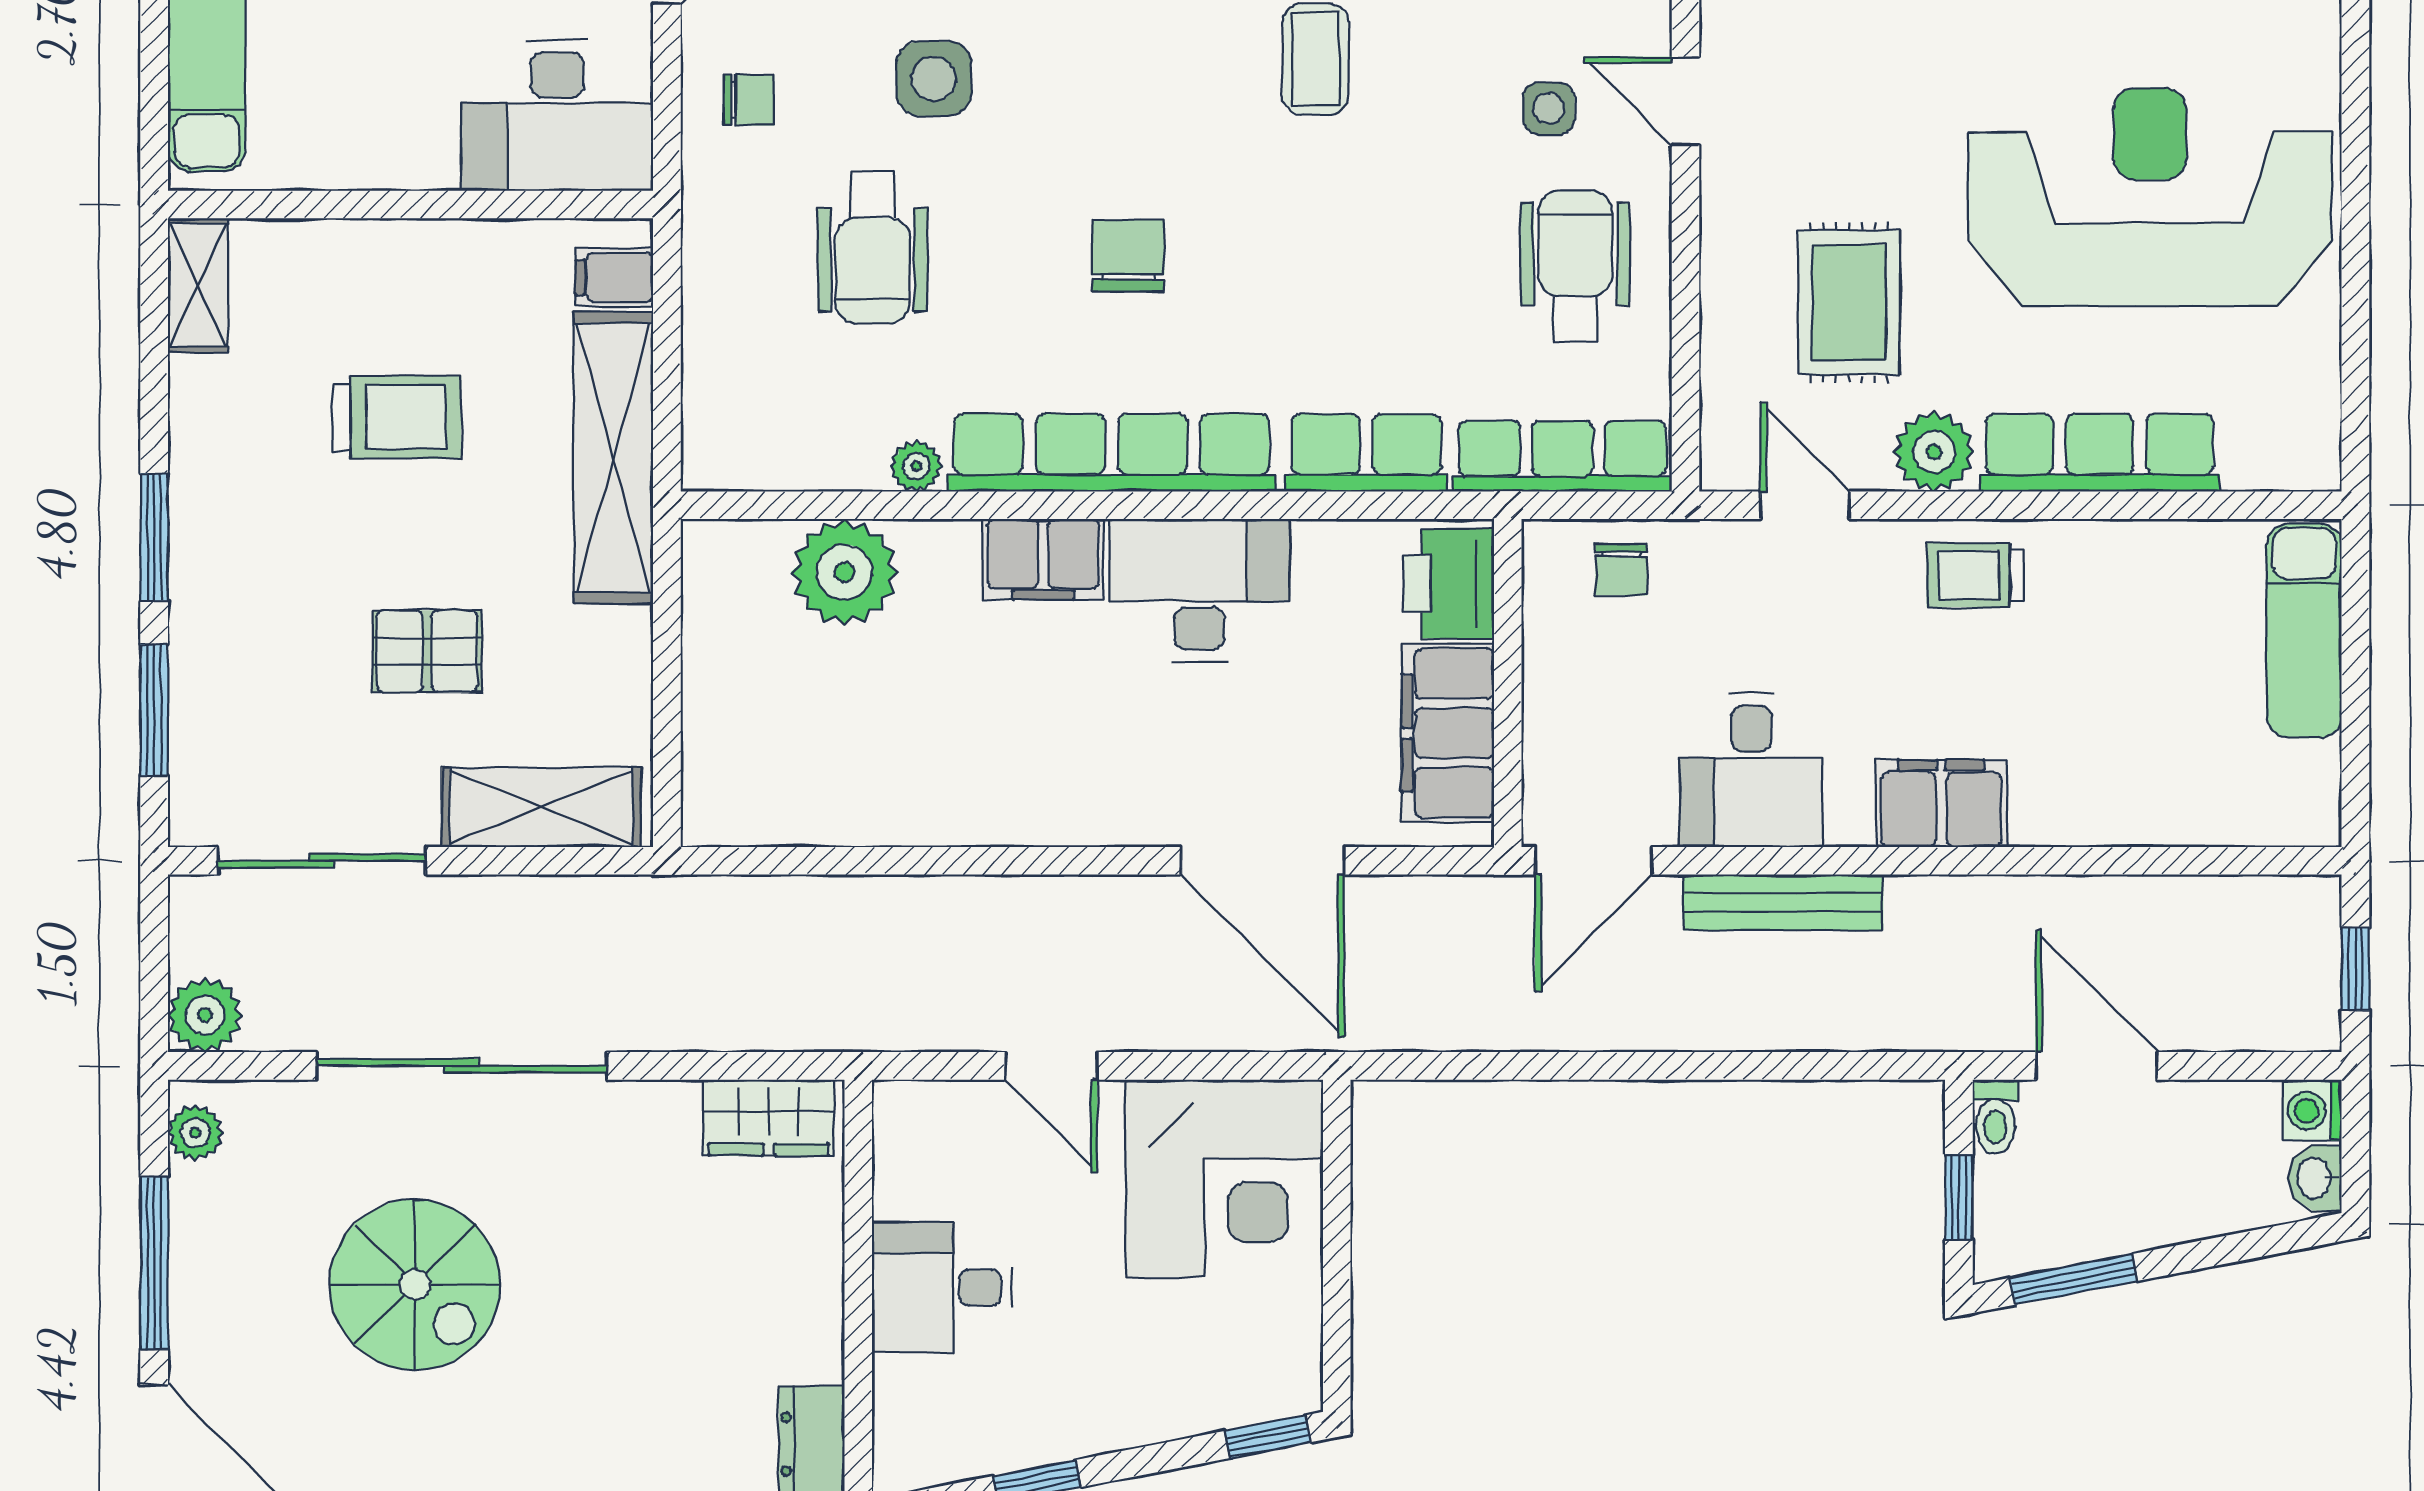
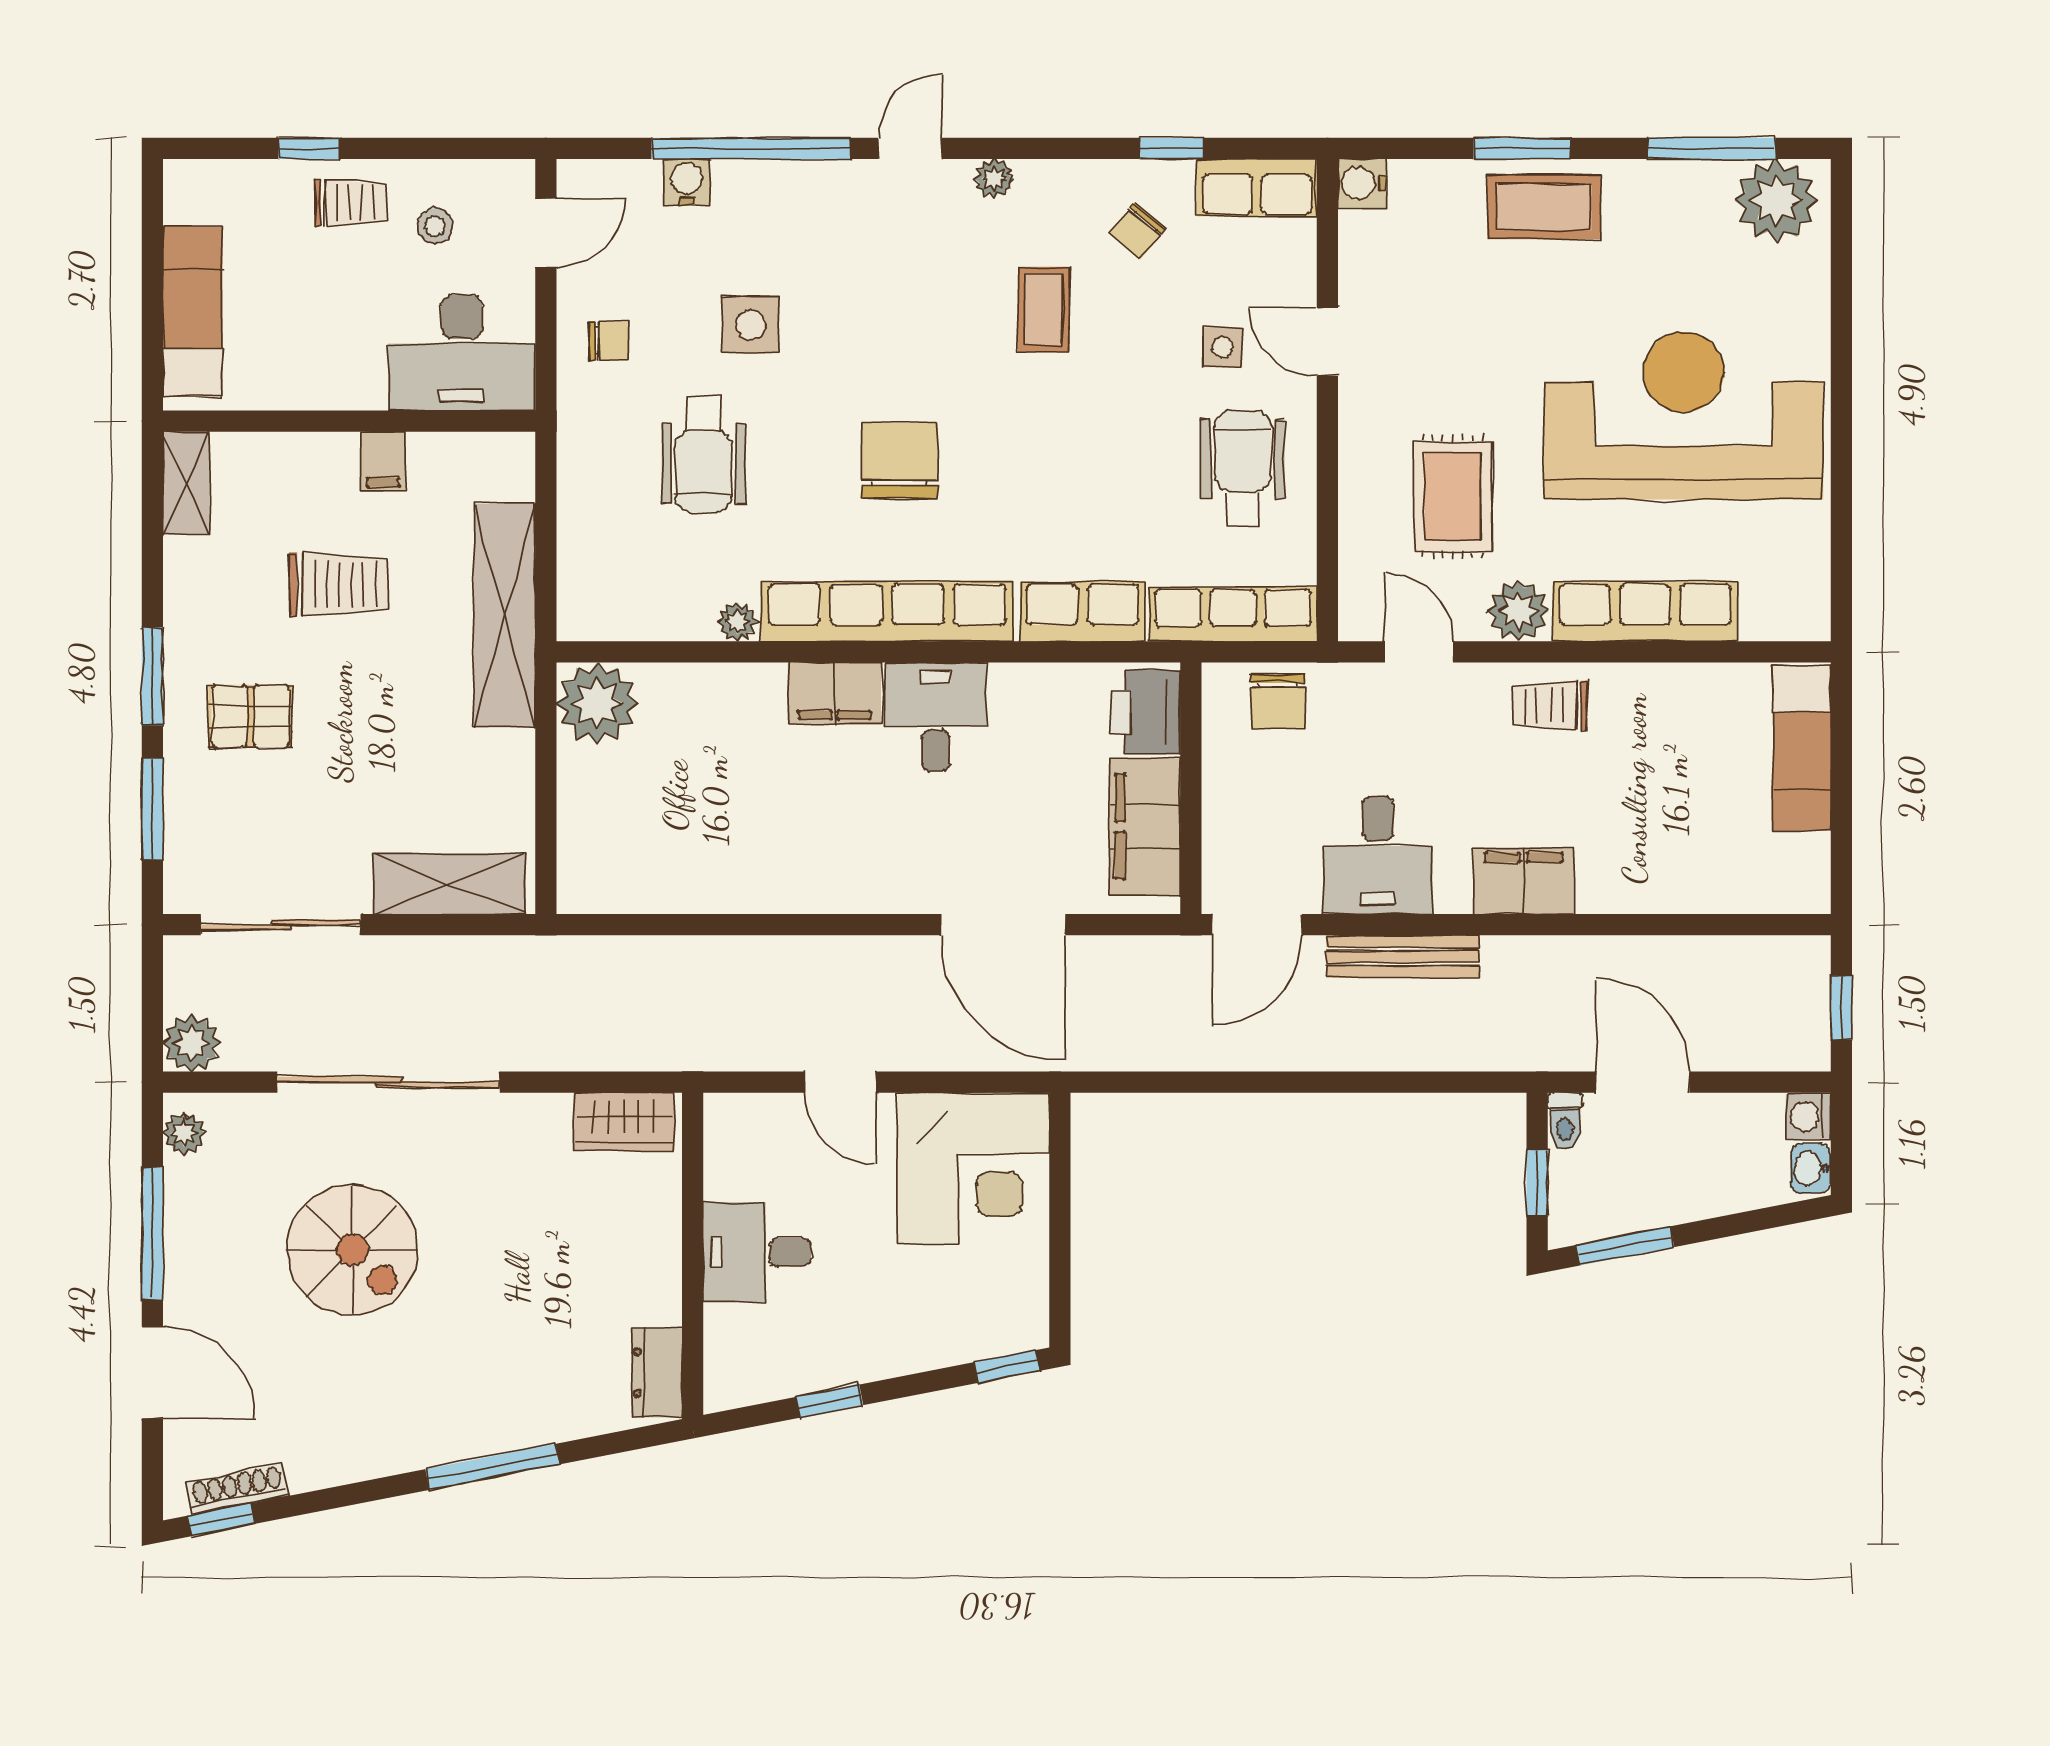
chair: (1128, 256) -> (900, 461), width x1.37, depth x1.37
filing cabinet: (614, 277) -> (383, 461), moved, turned -90
chair: (1621, 570) -> (1278, 701), width x1.37, depth x1.37
plant: (844, 572) -> (597, 703), moved
desk: (1199, 590) -> (936, 717), width x0.73
pallet: (427, 651) -> (250, 716), moved

